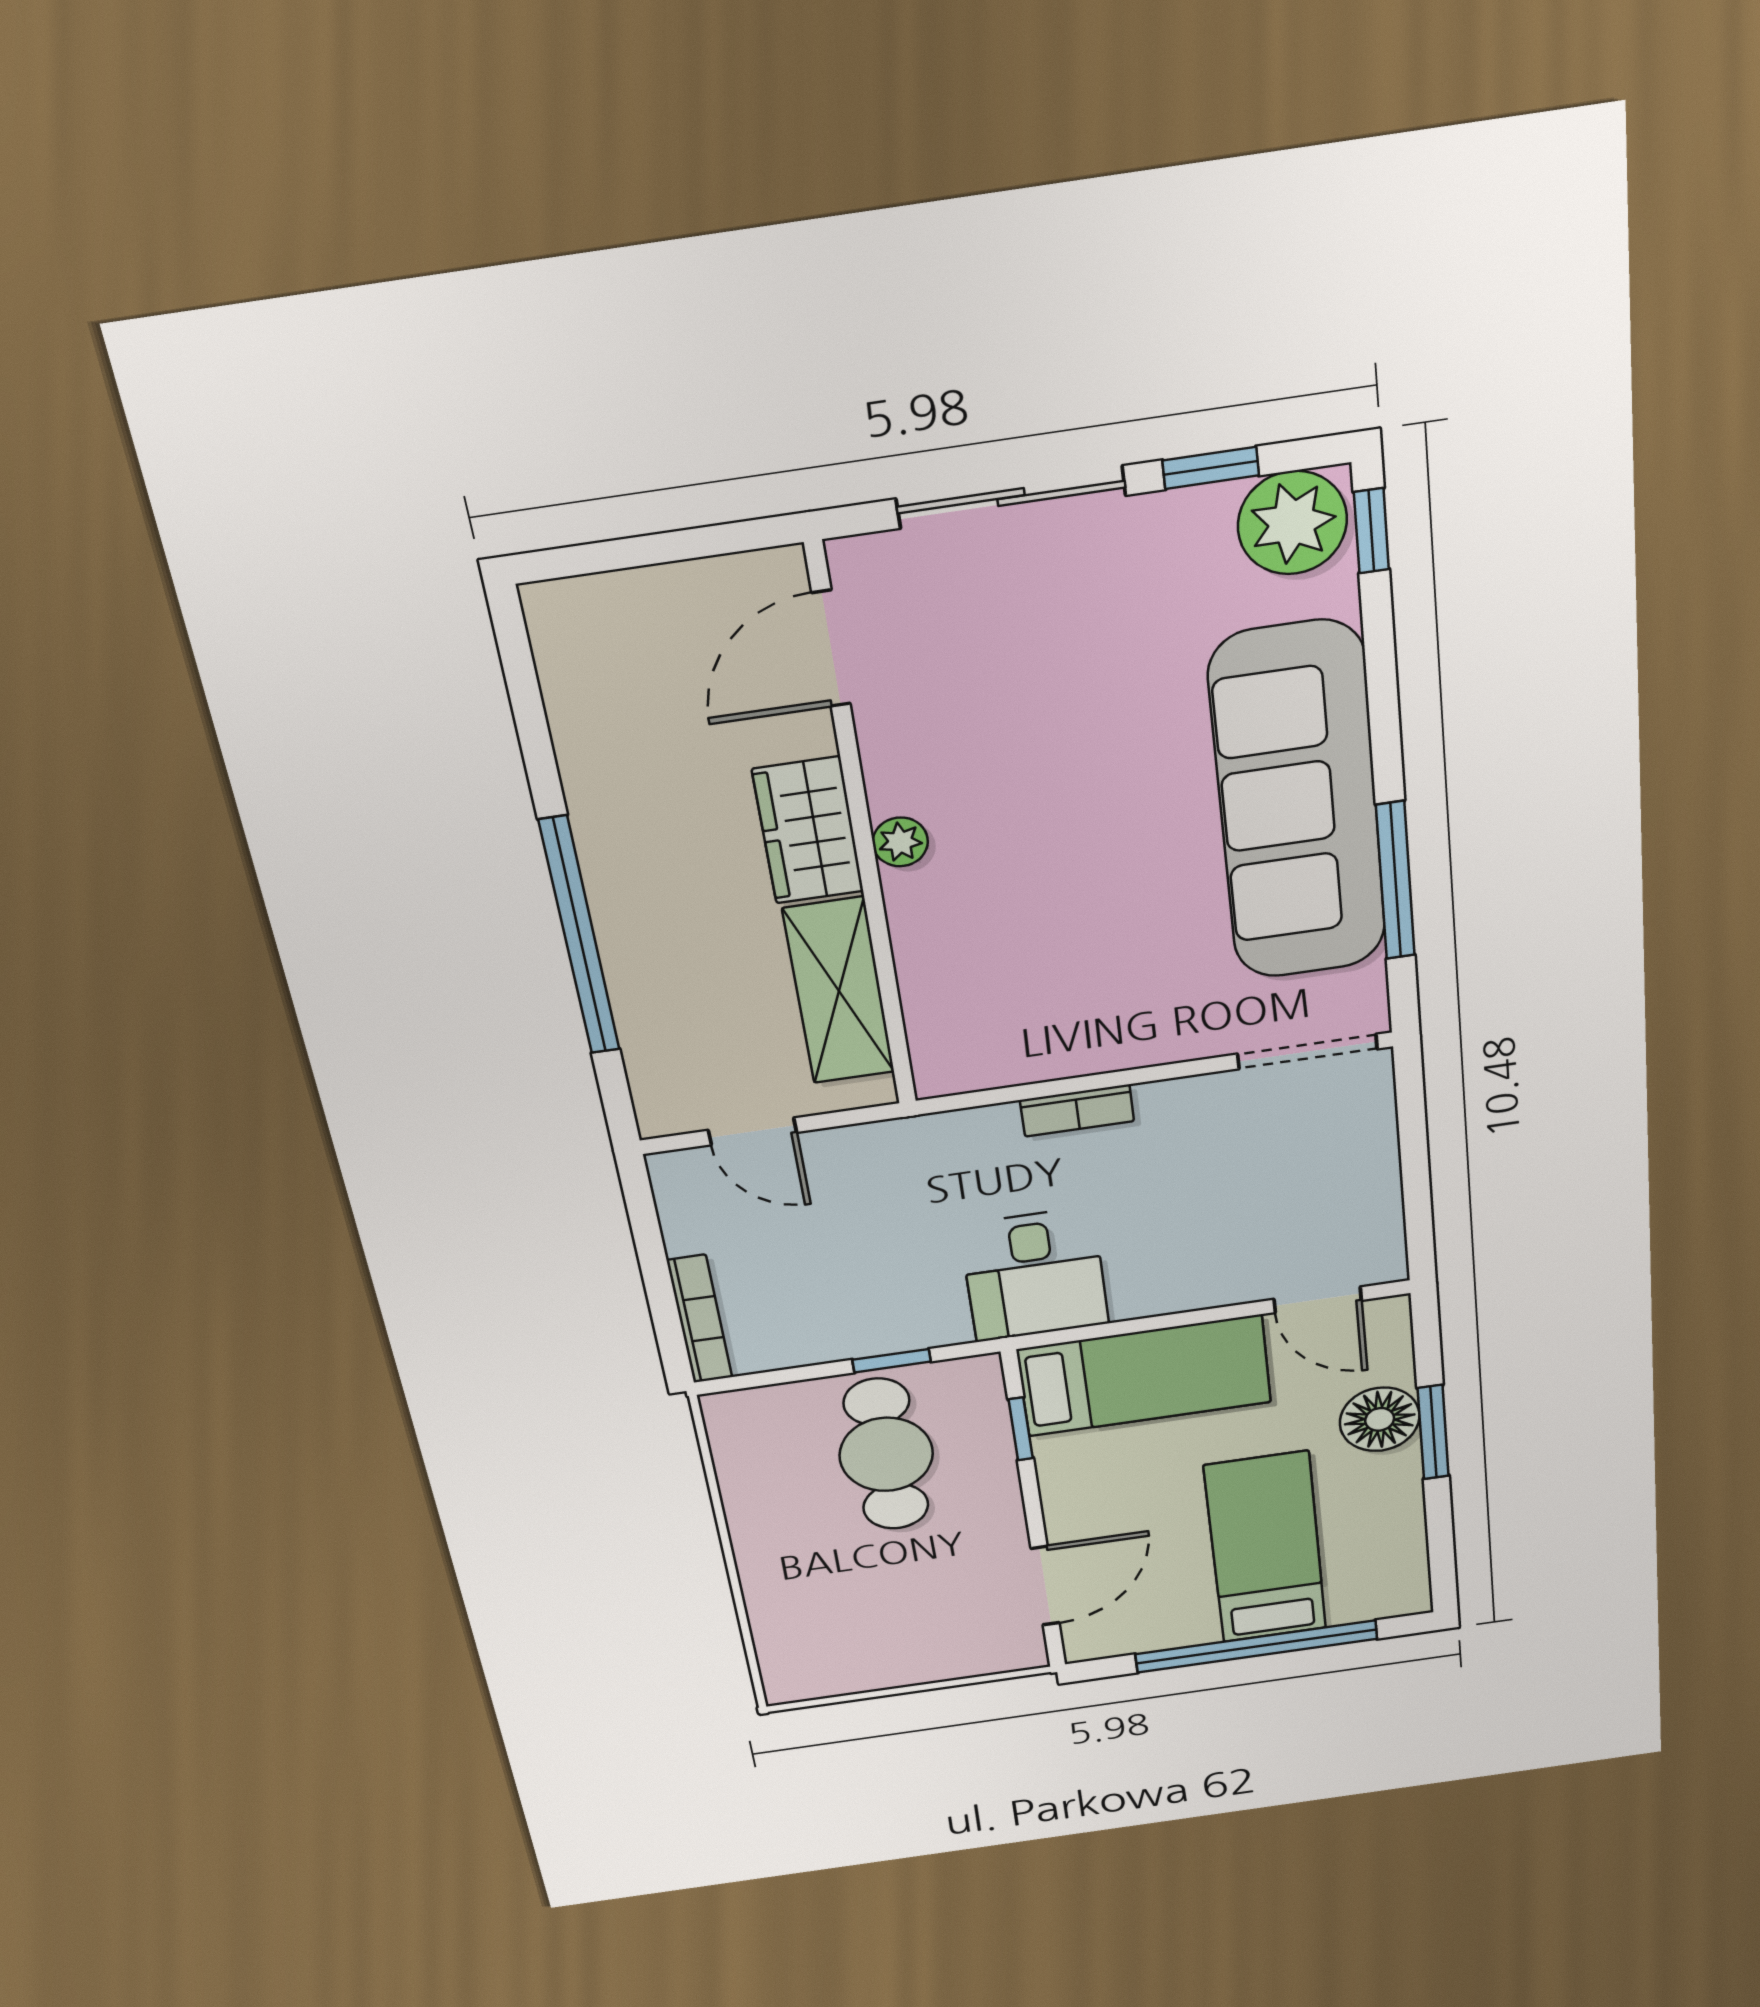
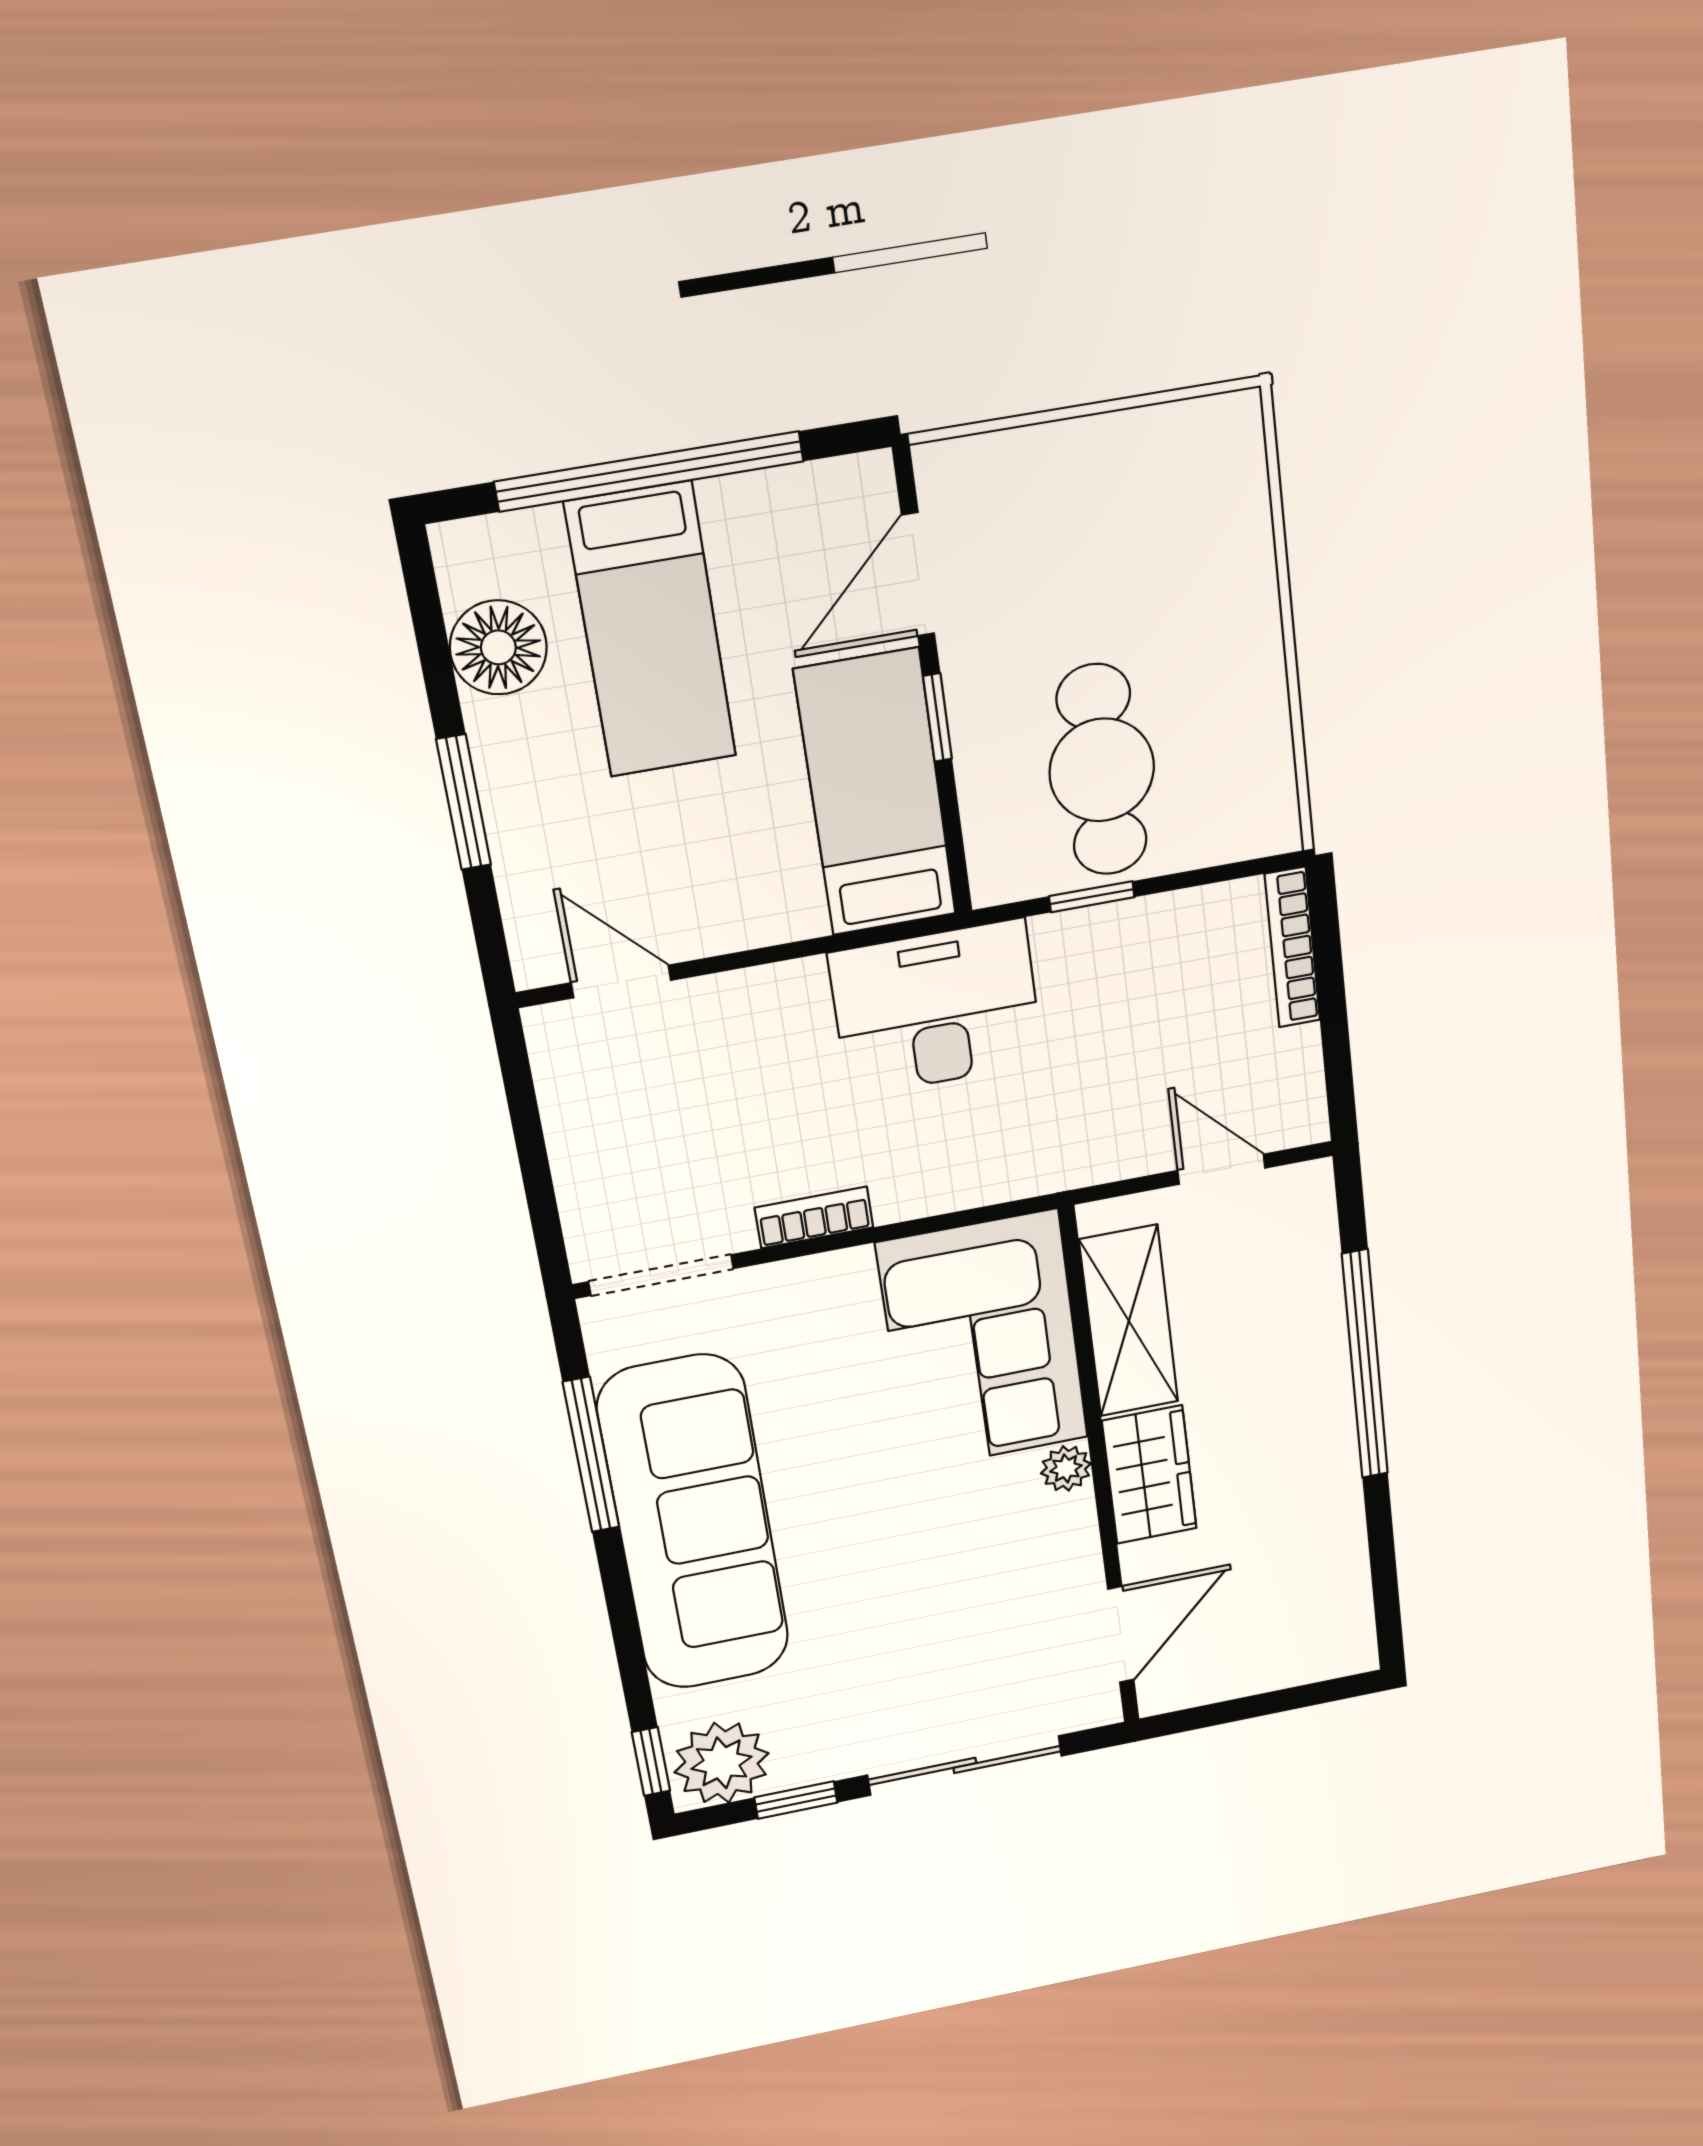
corner sofa: (990, 977) -> (983, 1341), added
bookcase: (1077, 1111) -> (814, 1217), moved
desk: (1034, 1275) -> (936, 1008), width x1.37
bed: (1144, 1376) -> (876, 793), moved, turned 90
floor lamp: (1380, 1419) -> (498, 647), moved
window: (1021, 1429) -> (937, 717), moved

